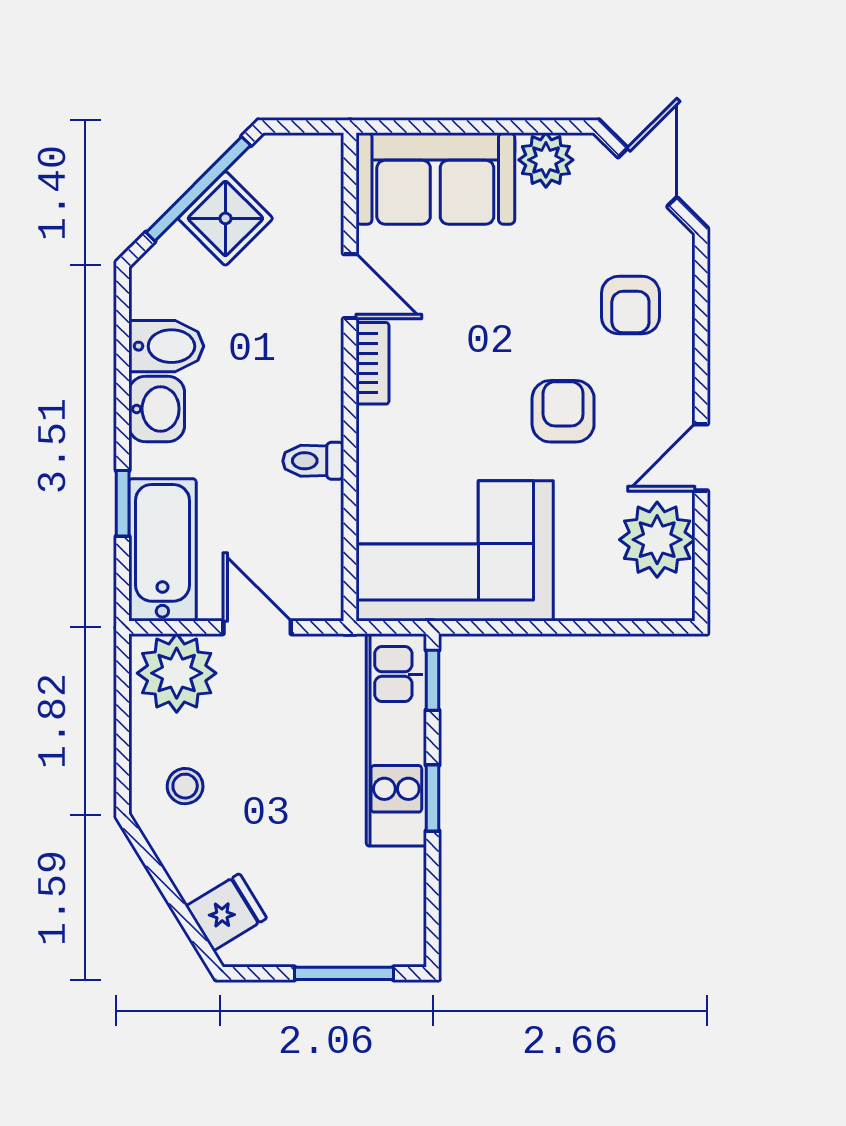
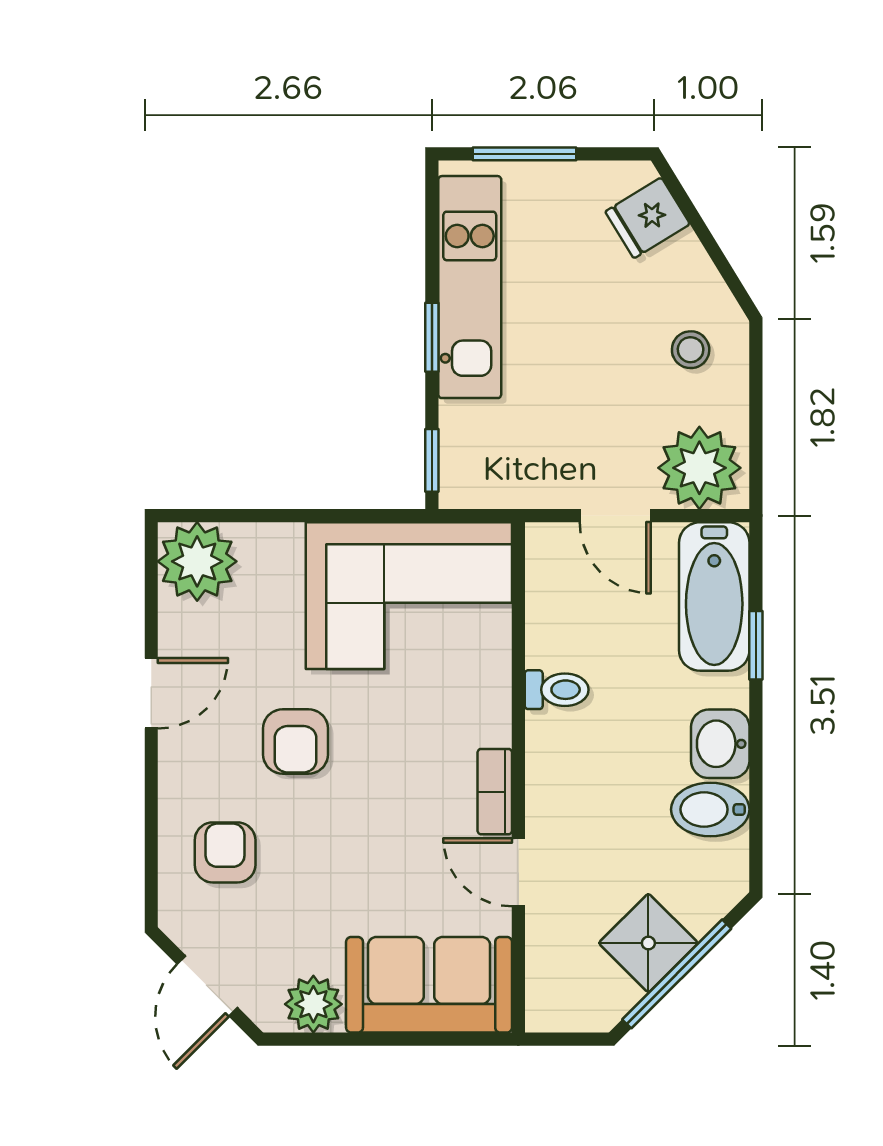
plant: (657, 540) -> (197, 561), moved
kitchen unit: (396, 740) -> (470, 287), moved

